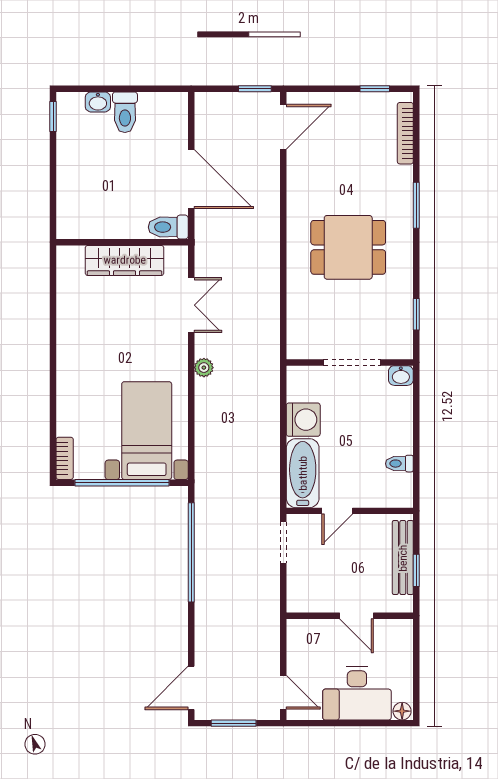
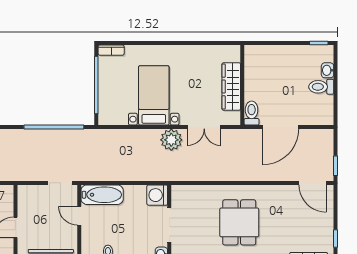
plant: (204, 368) -> (171, 140), width x1.88, depth x1.88
washing machine: (303, 420) -> (157, 195), moved, turned 90
bed with nightstands: (147, 431) -> (154, 95), moved, turned -90

